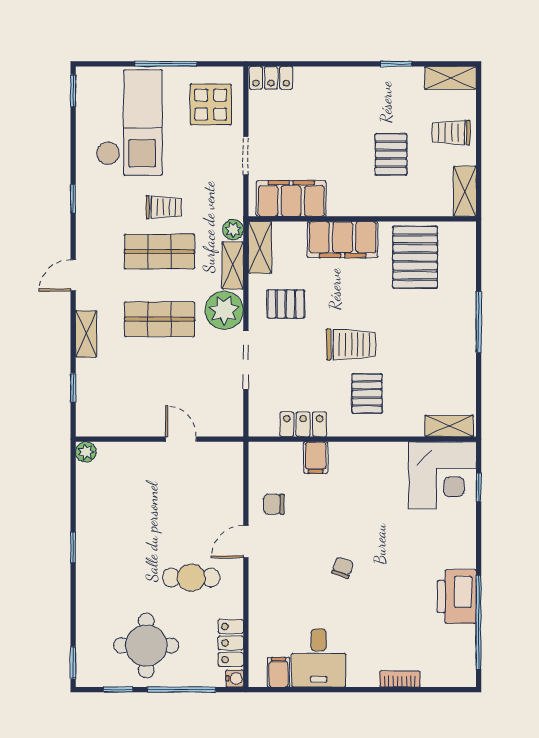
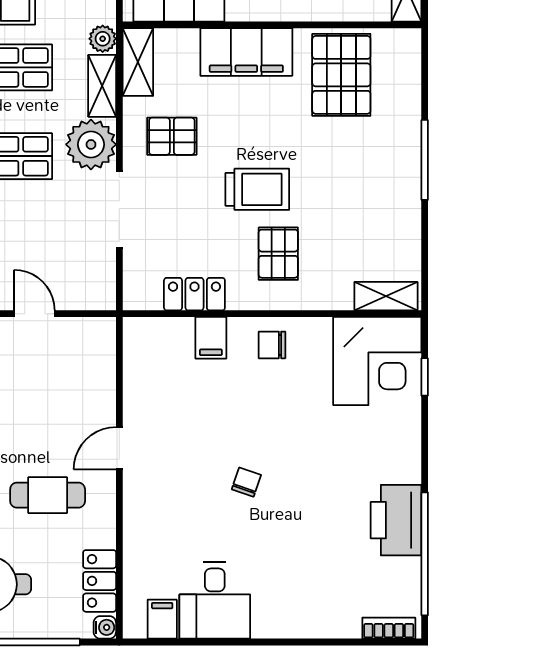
chair: (274, 504) -> (272, 345), moved
bookcase: (400, 679) -> (389, 628), moved

